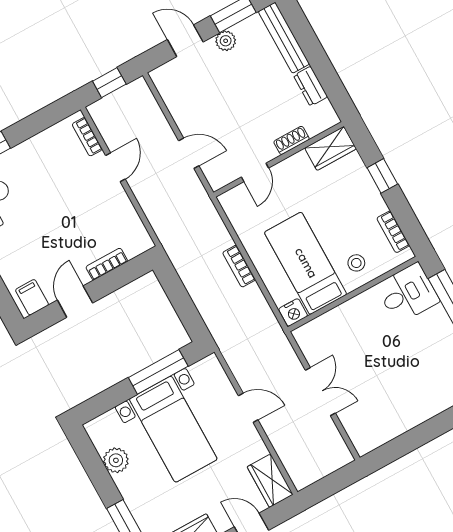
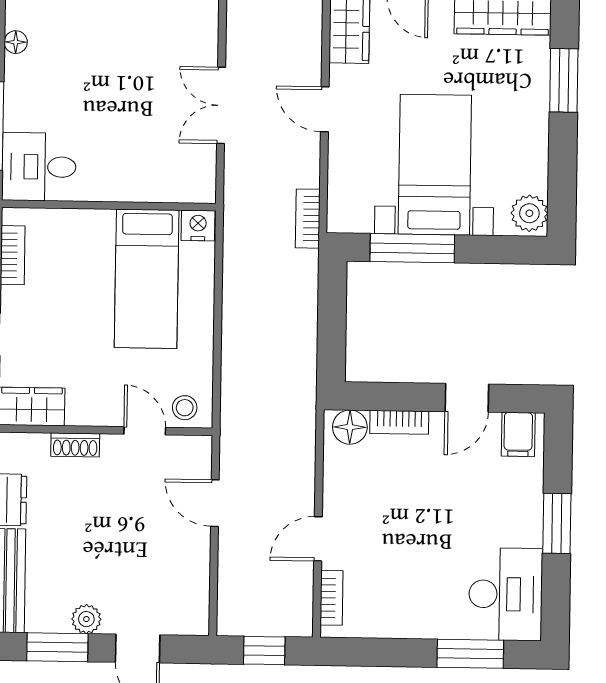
door: (255, 172) -> (145, 431), hinge flipped
floor lamp: (134, 244) -> (350, 427), added
stool: (356, 263) -> (185, 408), moved
bookcase: (239, 266) -> (308, 219), moved, turned 180
door: (248, 408) -> (325, 109), moved
plant: (116, 460) -> (529, 213), moved

